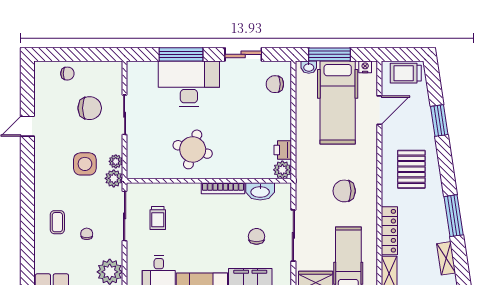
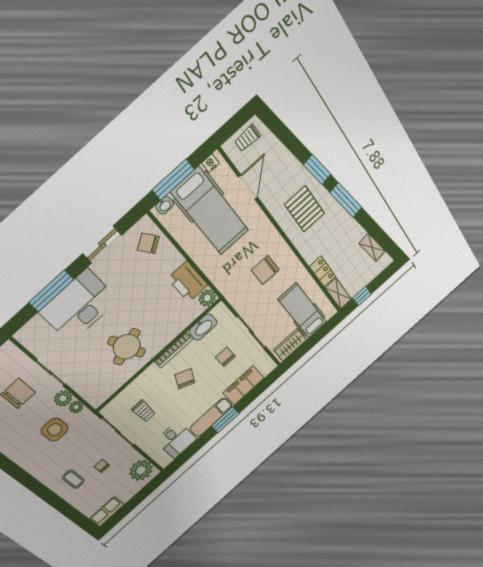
trolley: (406, 73) -> (248, 138), width x0.73, depth x0.72
chair: (275, 84) -> (148, 243), turned 55
window: (439, 120) -> (317, 170), moved
round table: (193, 149) -> (127, 347), turned -36
printer: (283, 150) -> (188, 282), width x1.87, depth x1.48
plant: (114, 178) -> (63, 398), moved
window: (454, 216) -> (346, 200), moved
chair: (211, 223) -> (185, 379), added
locker: (389, 231) -> (323, 272), width x0.66

